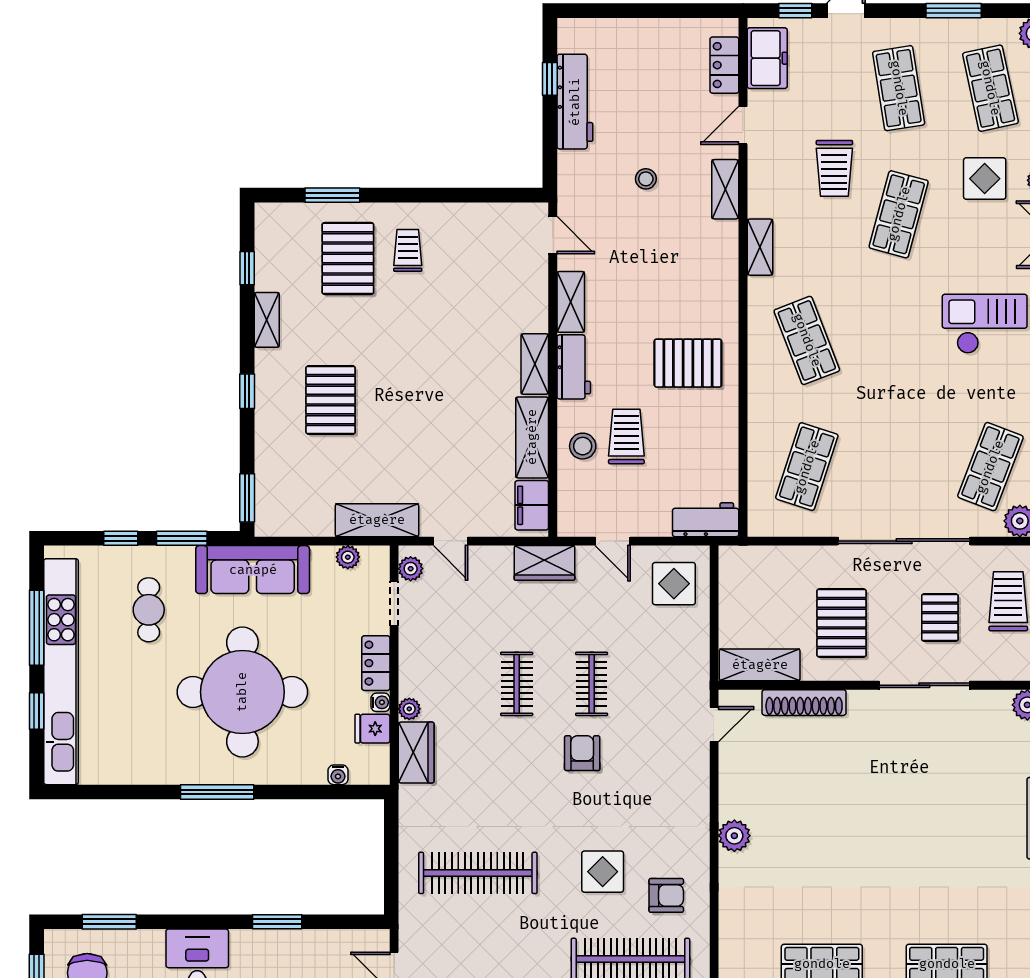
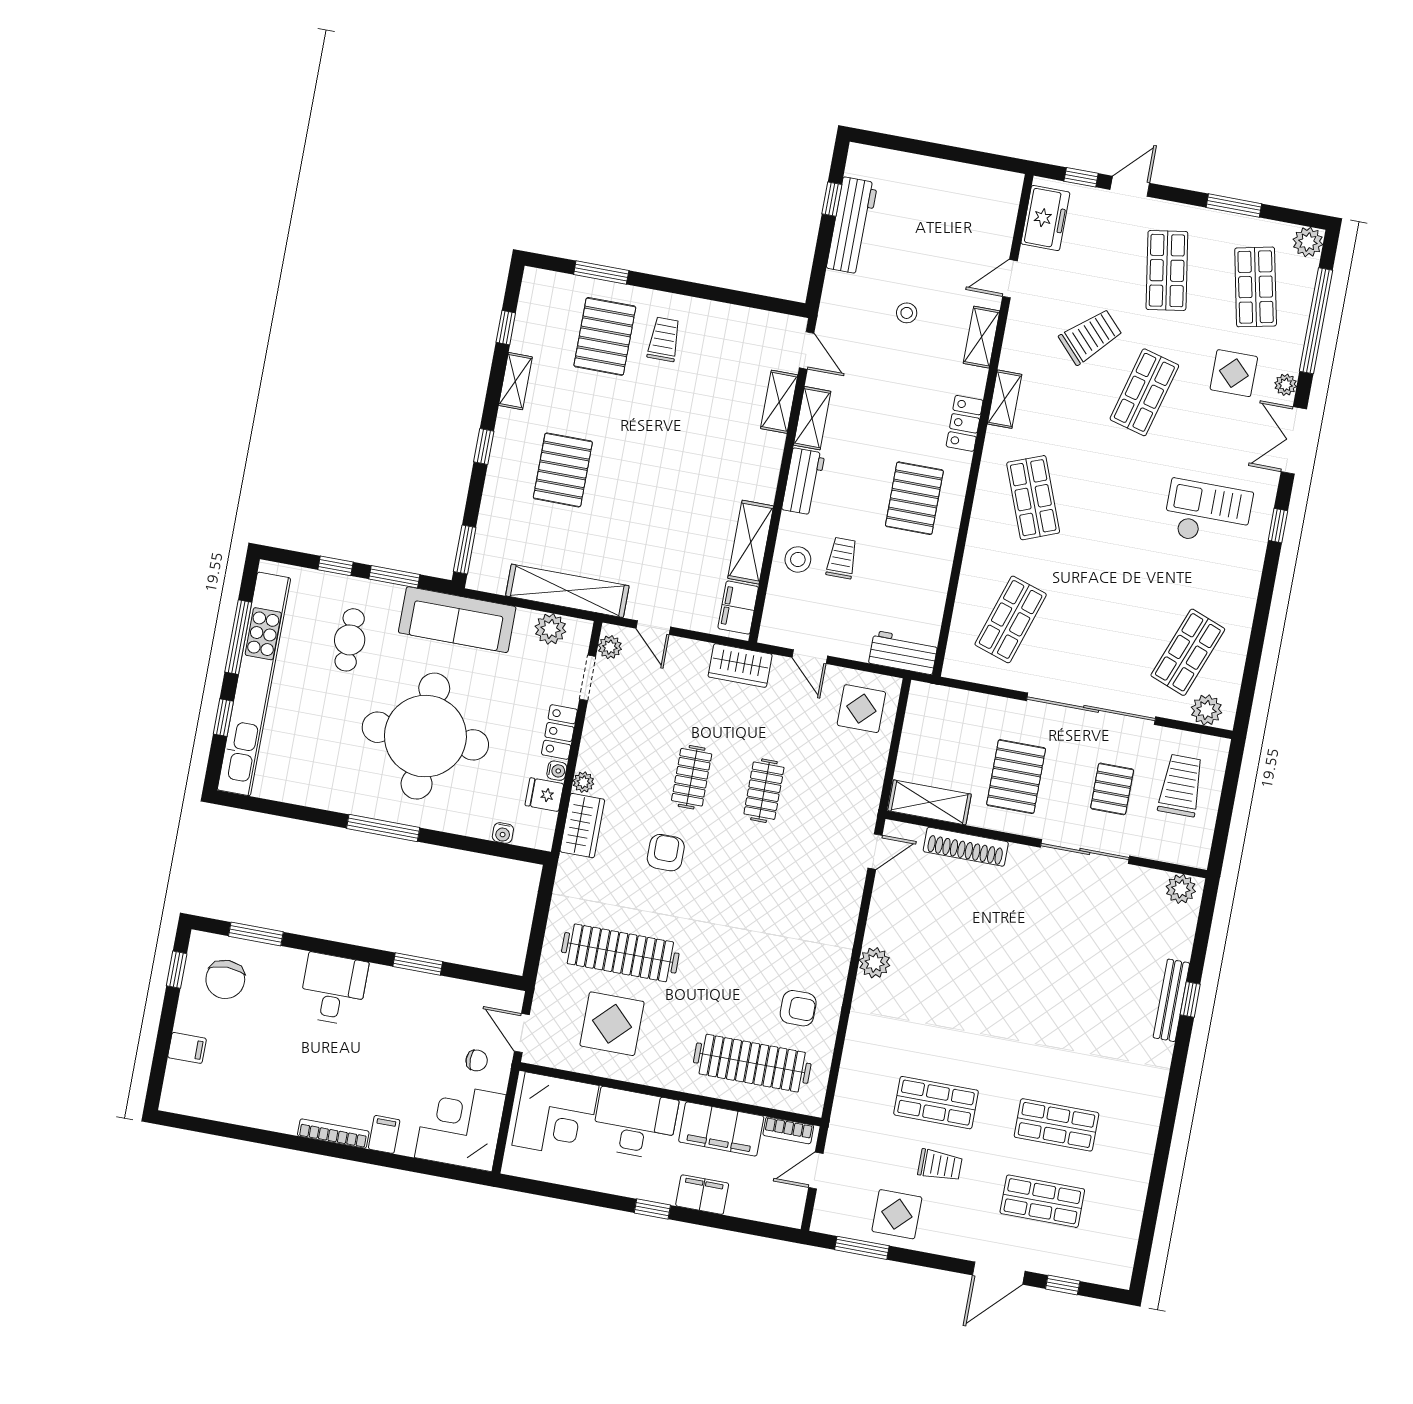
locker: (724, 65) -> (965, 423), moved
trolley: (834, 168) -> (1091, 336), turned -133
pallet: (688, 363) -> (914, 498), turned 90
shelving: (535, 364) -> (779, 402), moved
trolley: (626, 436) -> (842, 558), width x0.73, depth x0.72
shelving: (377, 520) -> (567, 591), width x1.47
plant: (348, 557) -> (550, 629), width x1.38, depth x1.38
armchair: (582, 753) -> (666, 853), moved
display table: (603, 872) -> (612, 1024), moved, width x1.36, depth x1.36

